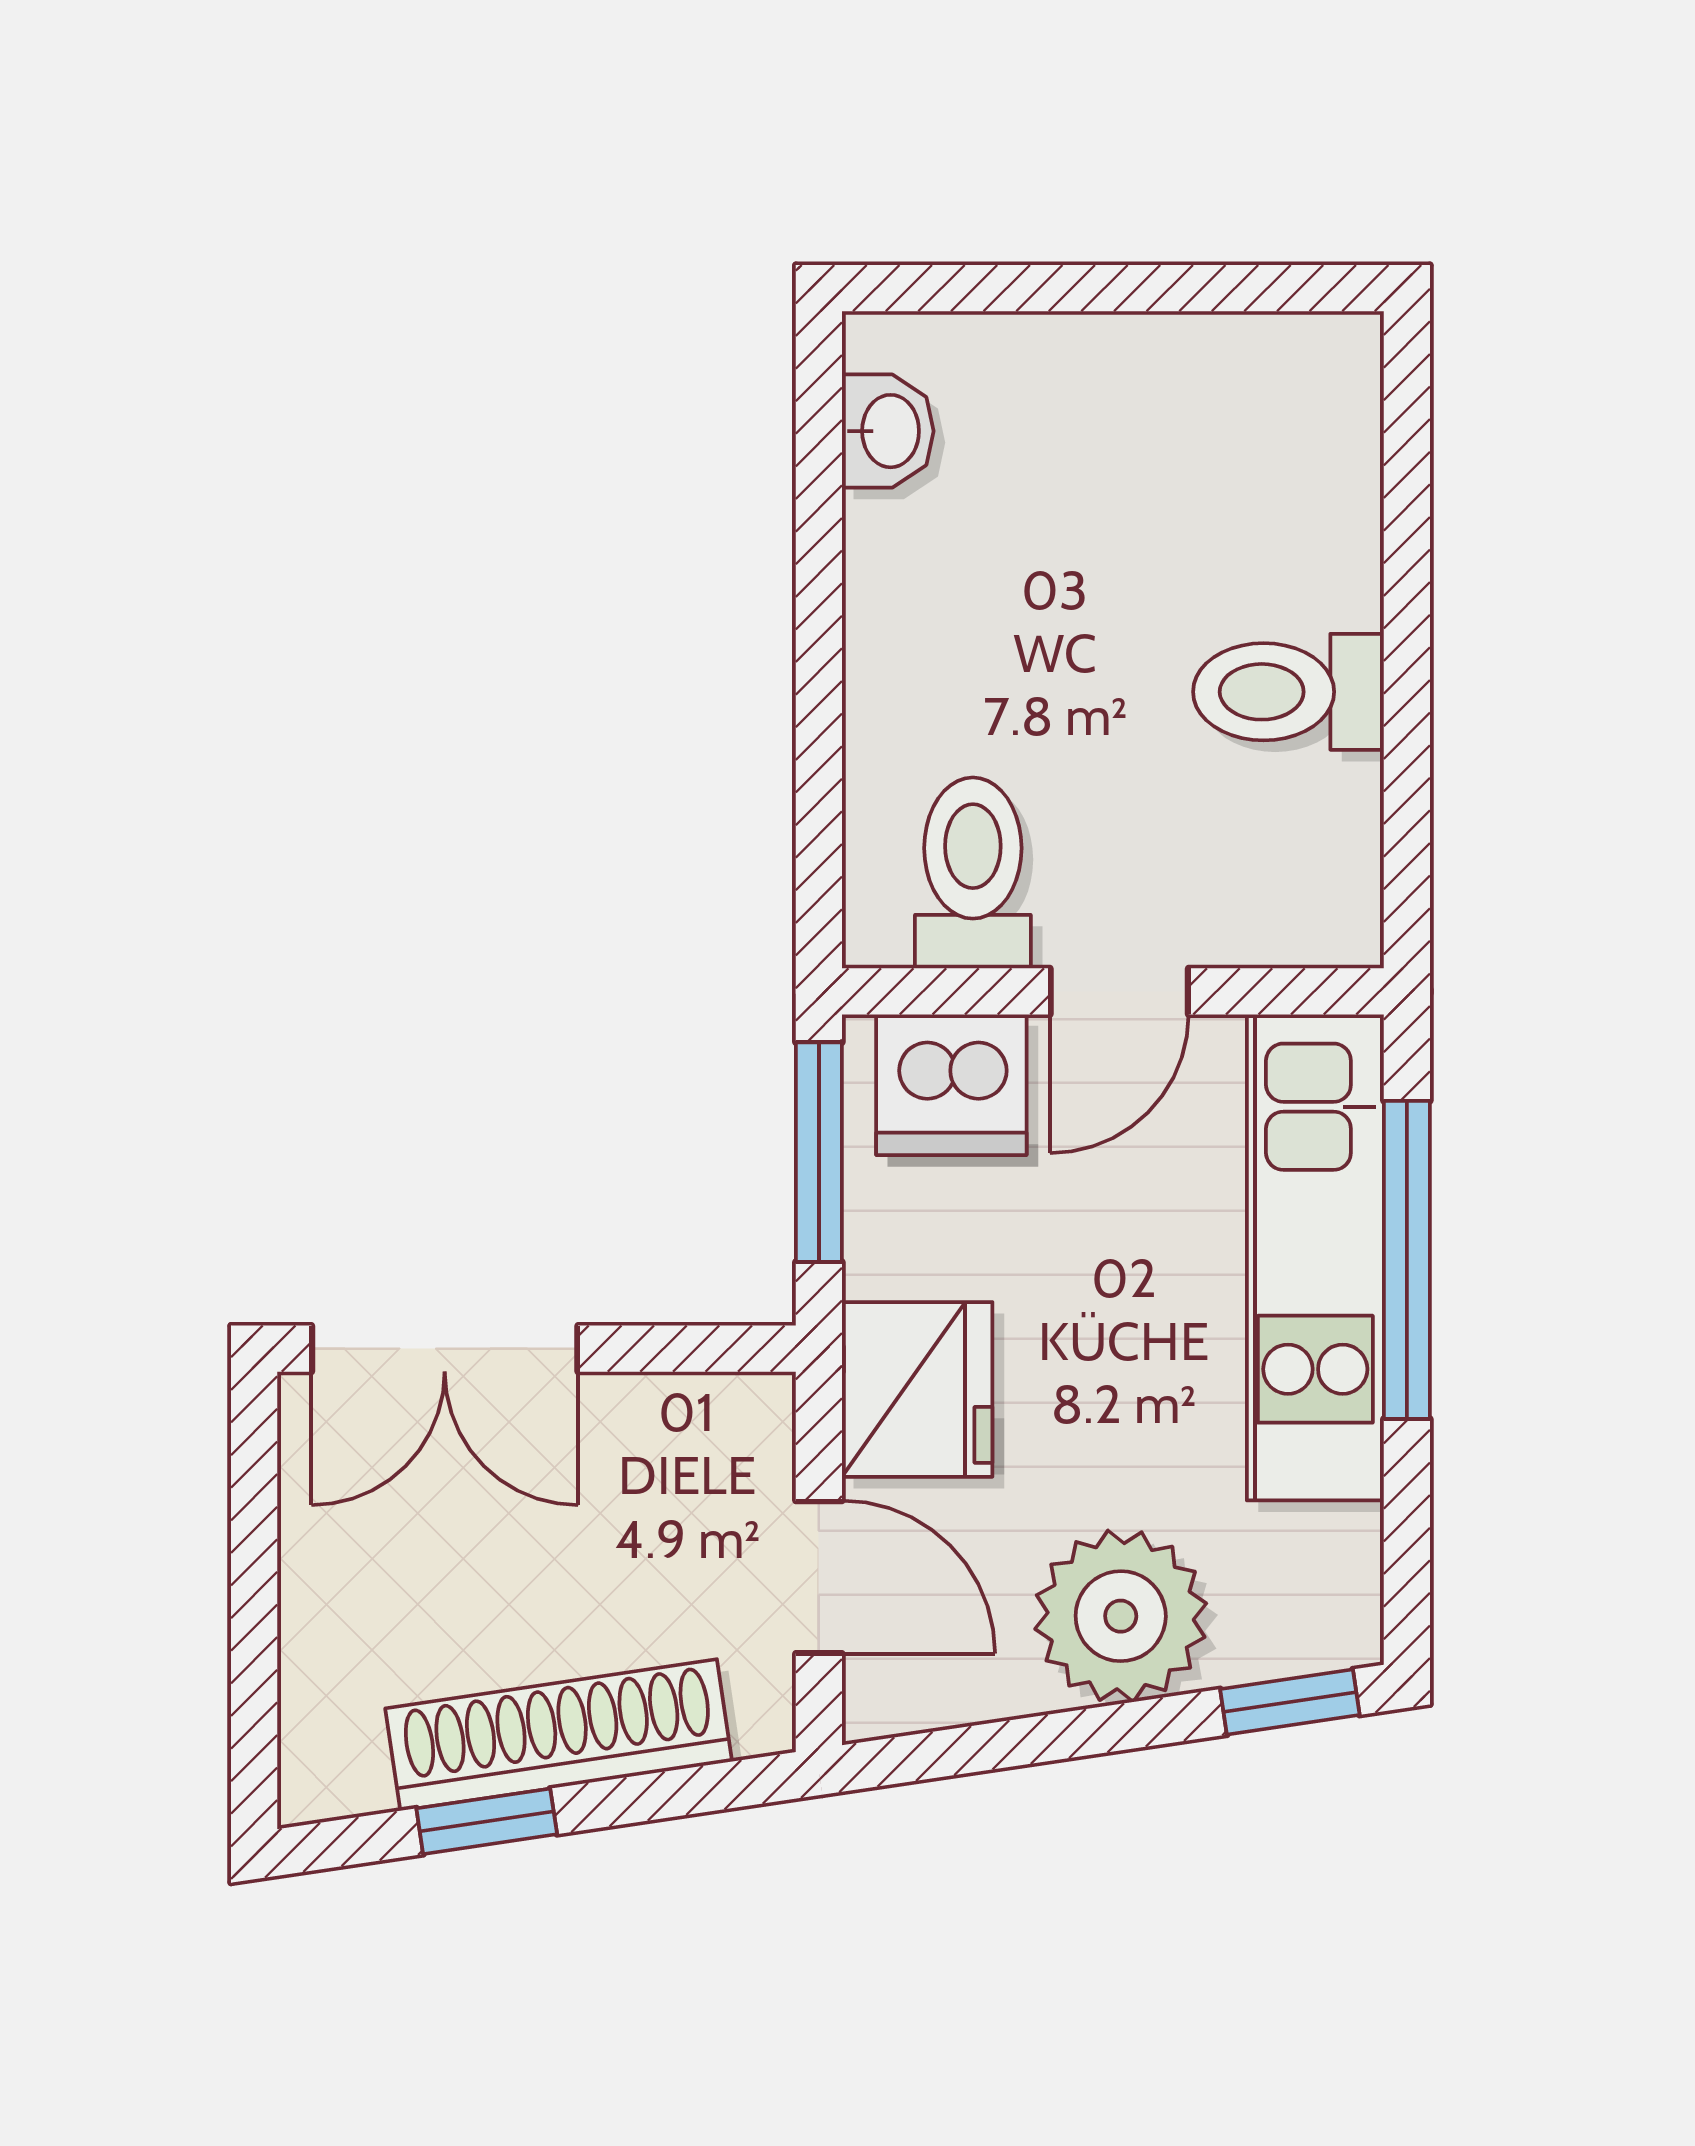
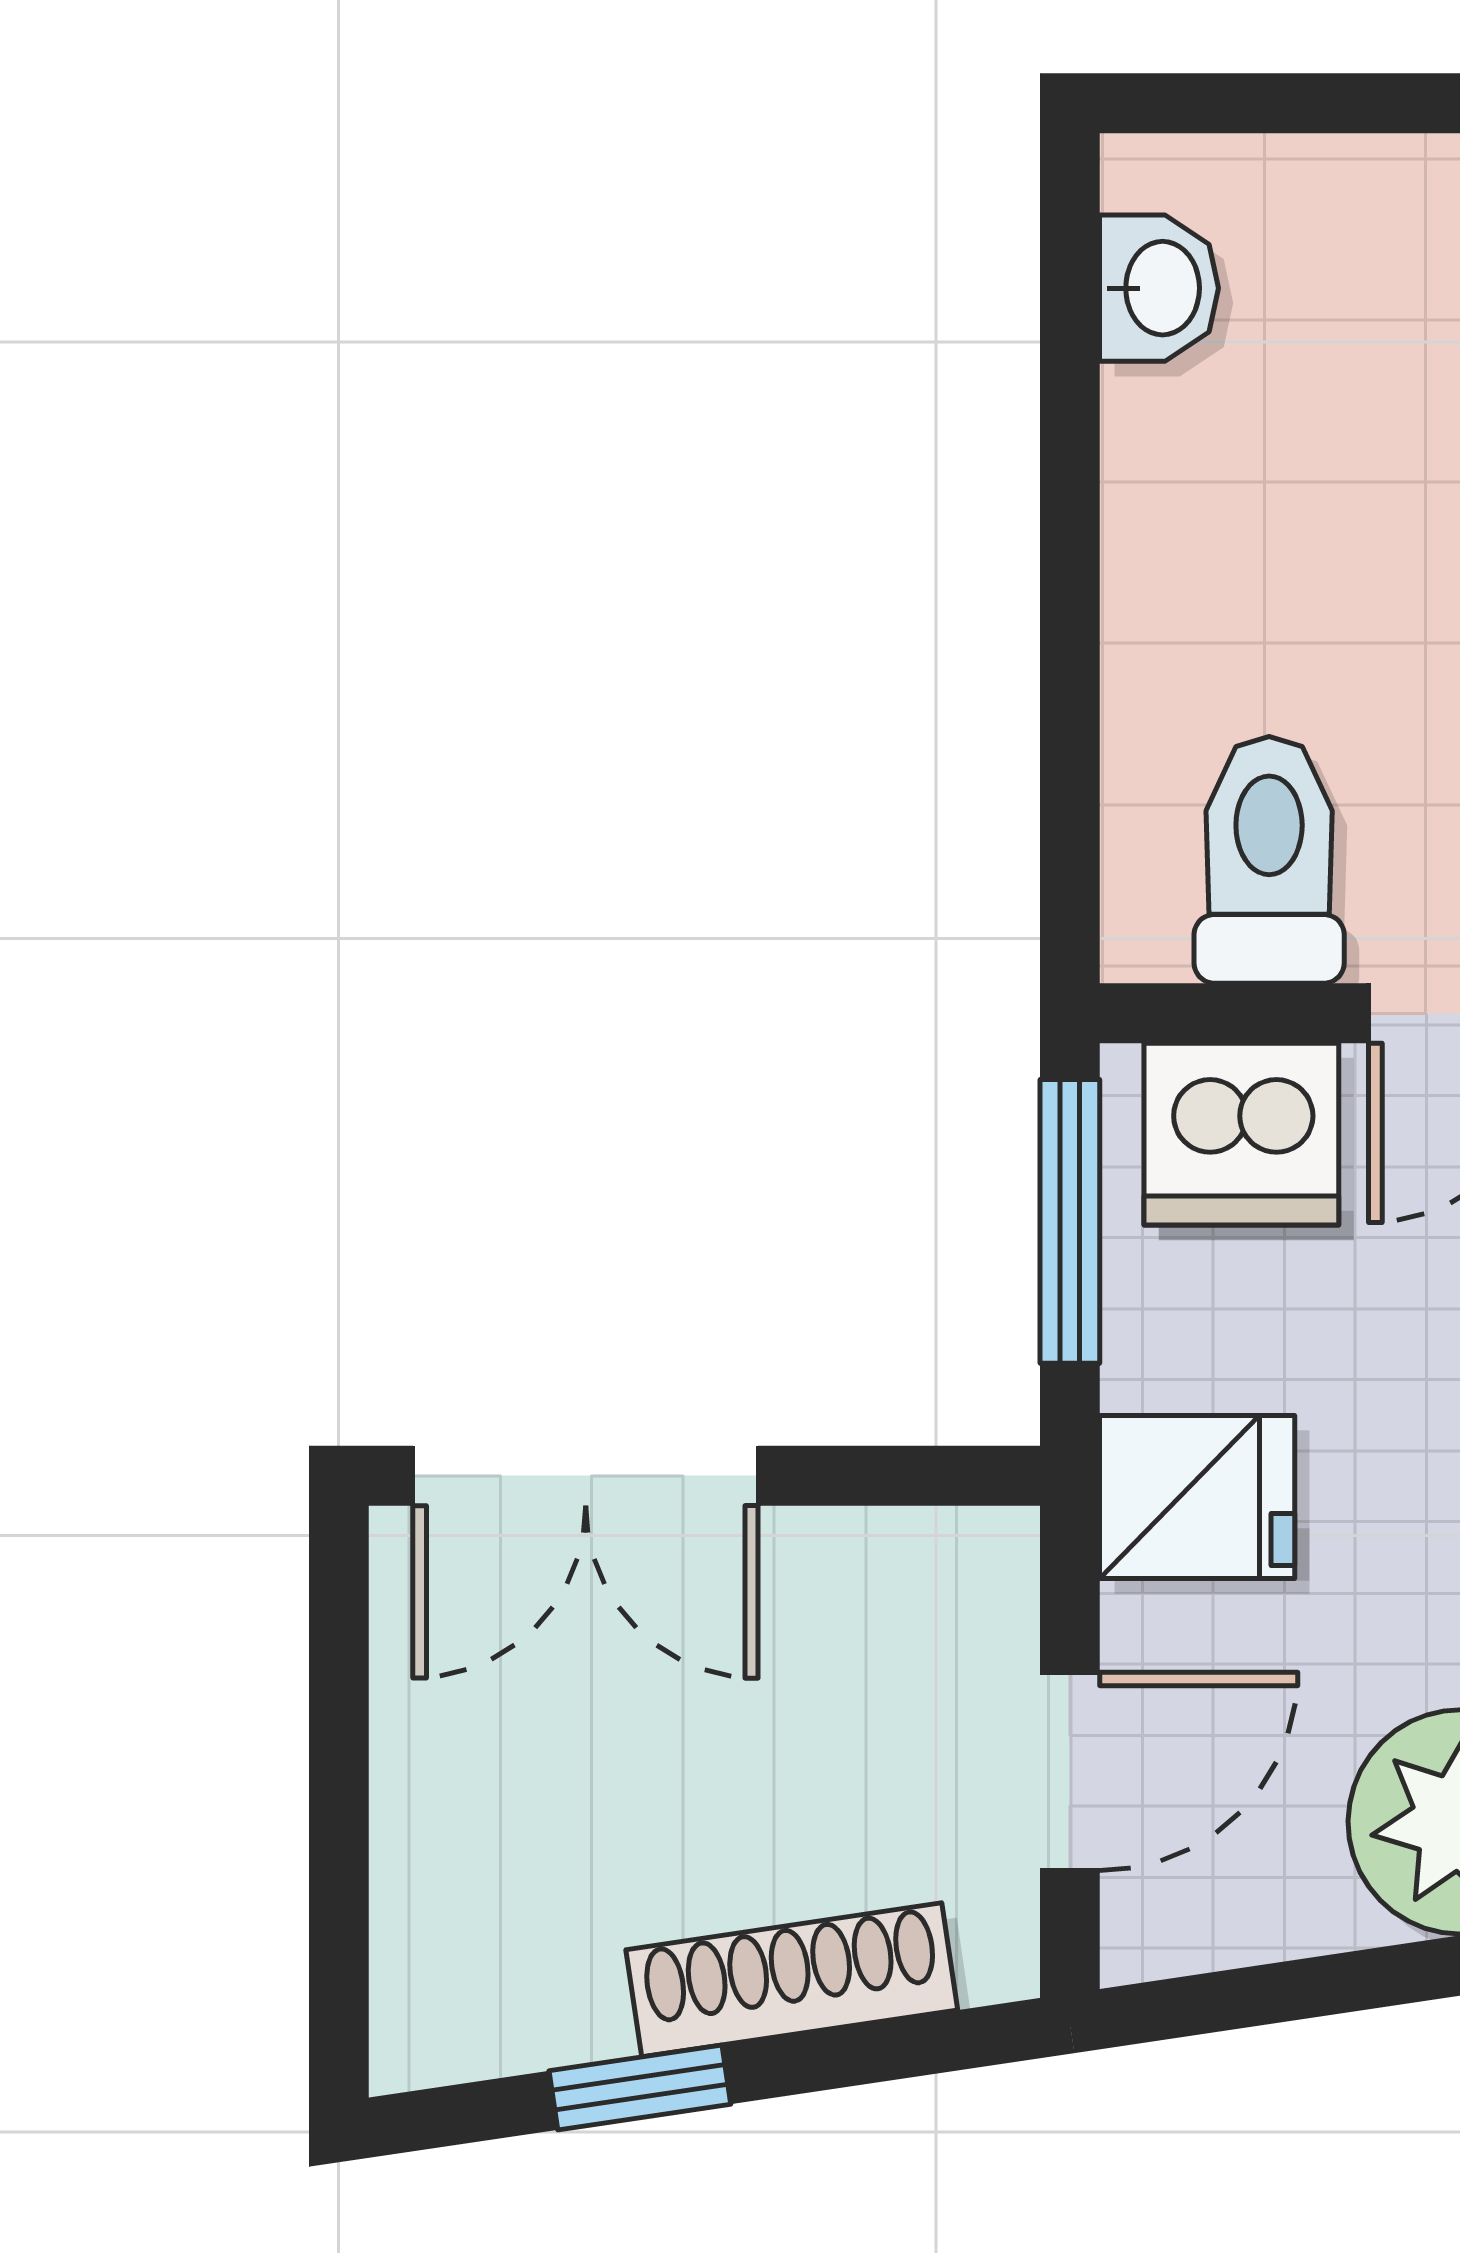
fridge: (917, 1389) -> (1197, 1497), width x0.72
door: (819, 1577) -> (1070, 1771), hinge flipped
shoe rack: (559, 1735) -> (792, 1980), width x0.74, depth x0.81

